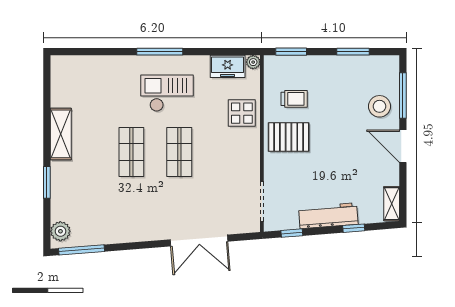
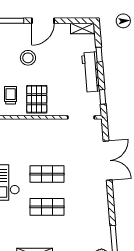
stool: (379, 106) -> (28, 58), moved
display table: (242, 113) -> (20, 131), removed

